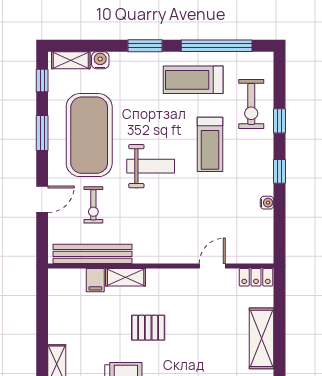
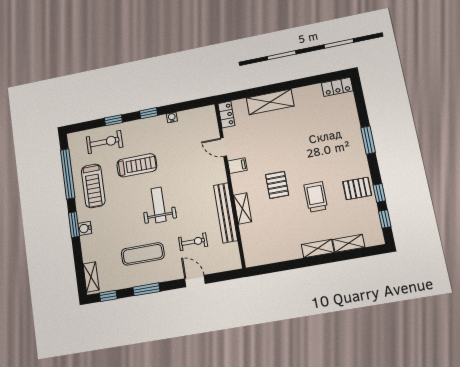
water cooler: (100, 60) -> (85, 228), moved
exercise mat: (89, 135) -> (143, 254), width x0.50, depth x0.69
bench: (92, 254) -> (225, 213), moved
filing cabinet: (95, 280) -> (237, 166), moved

